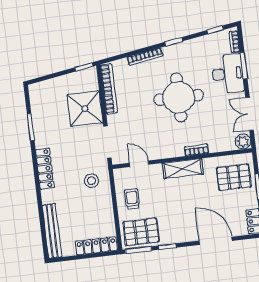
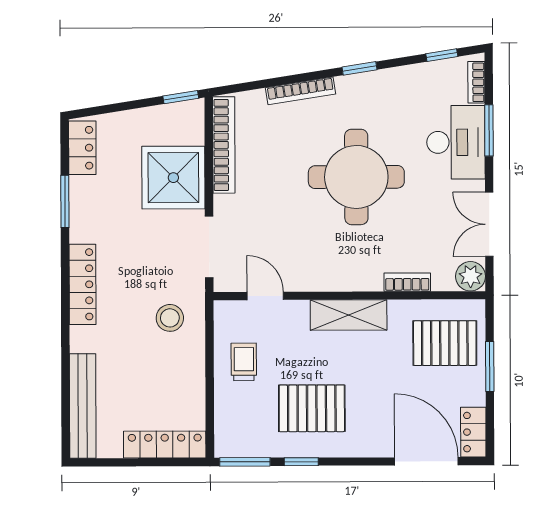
locker: (36, 99) -> (82, 148), added
bookcase: (197, 150) -> (407, 282), moved
pallet: (141, 232) -> (312, 408), moved
door: (216, 241) -> (426, 461), moved

